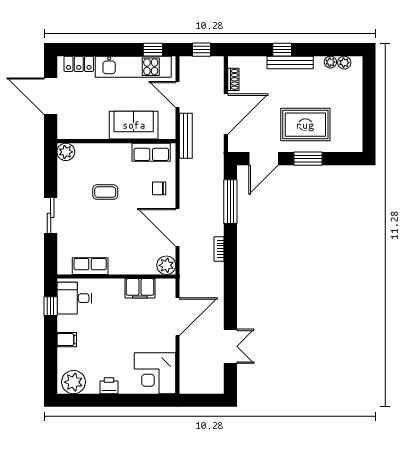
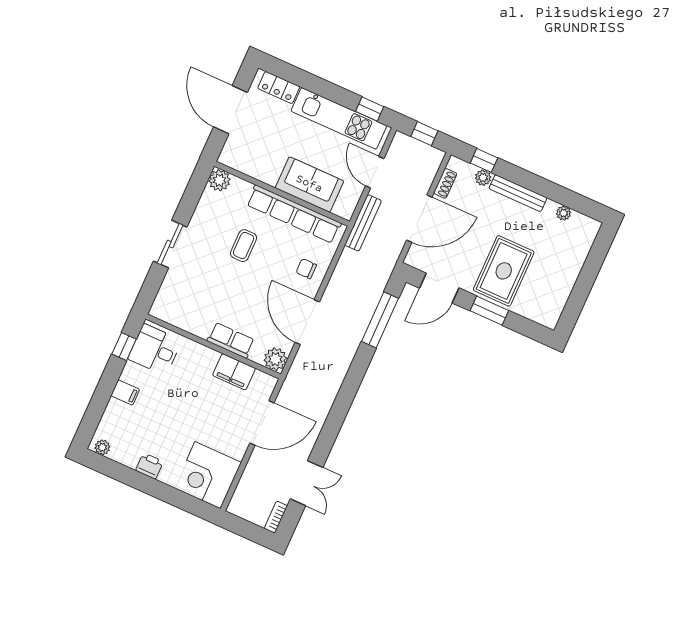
window: (282, 50) -> (484, 160), moved
plant: (344, 63) -> (483, 178), moved
rug: (305, 125) -> (504, 271), turned 90
row of seats: (151, 152) -> (294, 214), width x2.02
coffee table: (105, 192) -> (244, 246), turned 90
bookcase: (219, 249) -> (276, 517), moved
row of seats: (90, 266) -> (231, 340), moved
plant: (74, 382) -> (102, 447), width x0.53, depth x0.53

